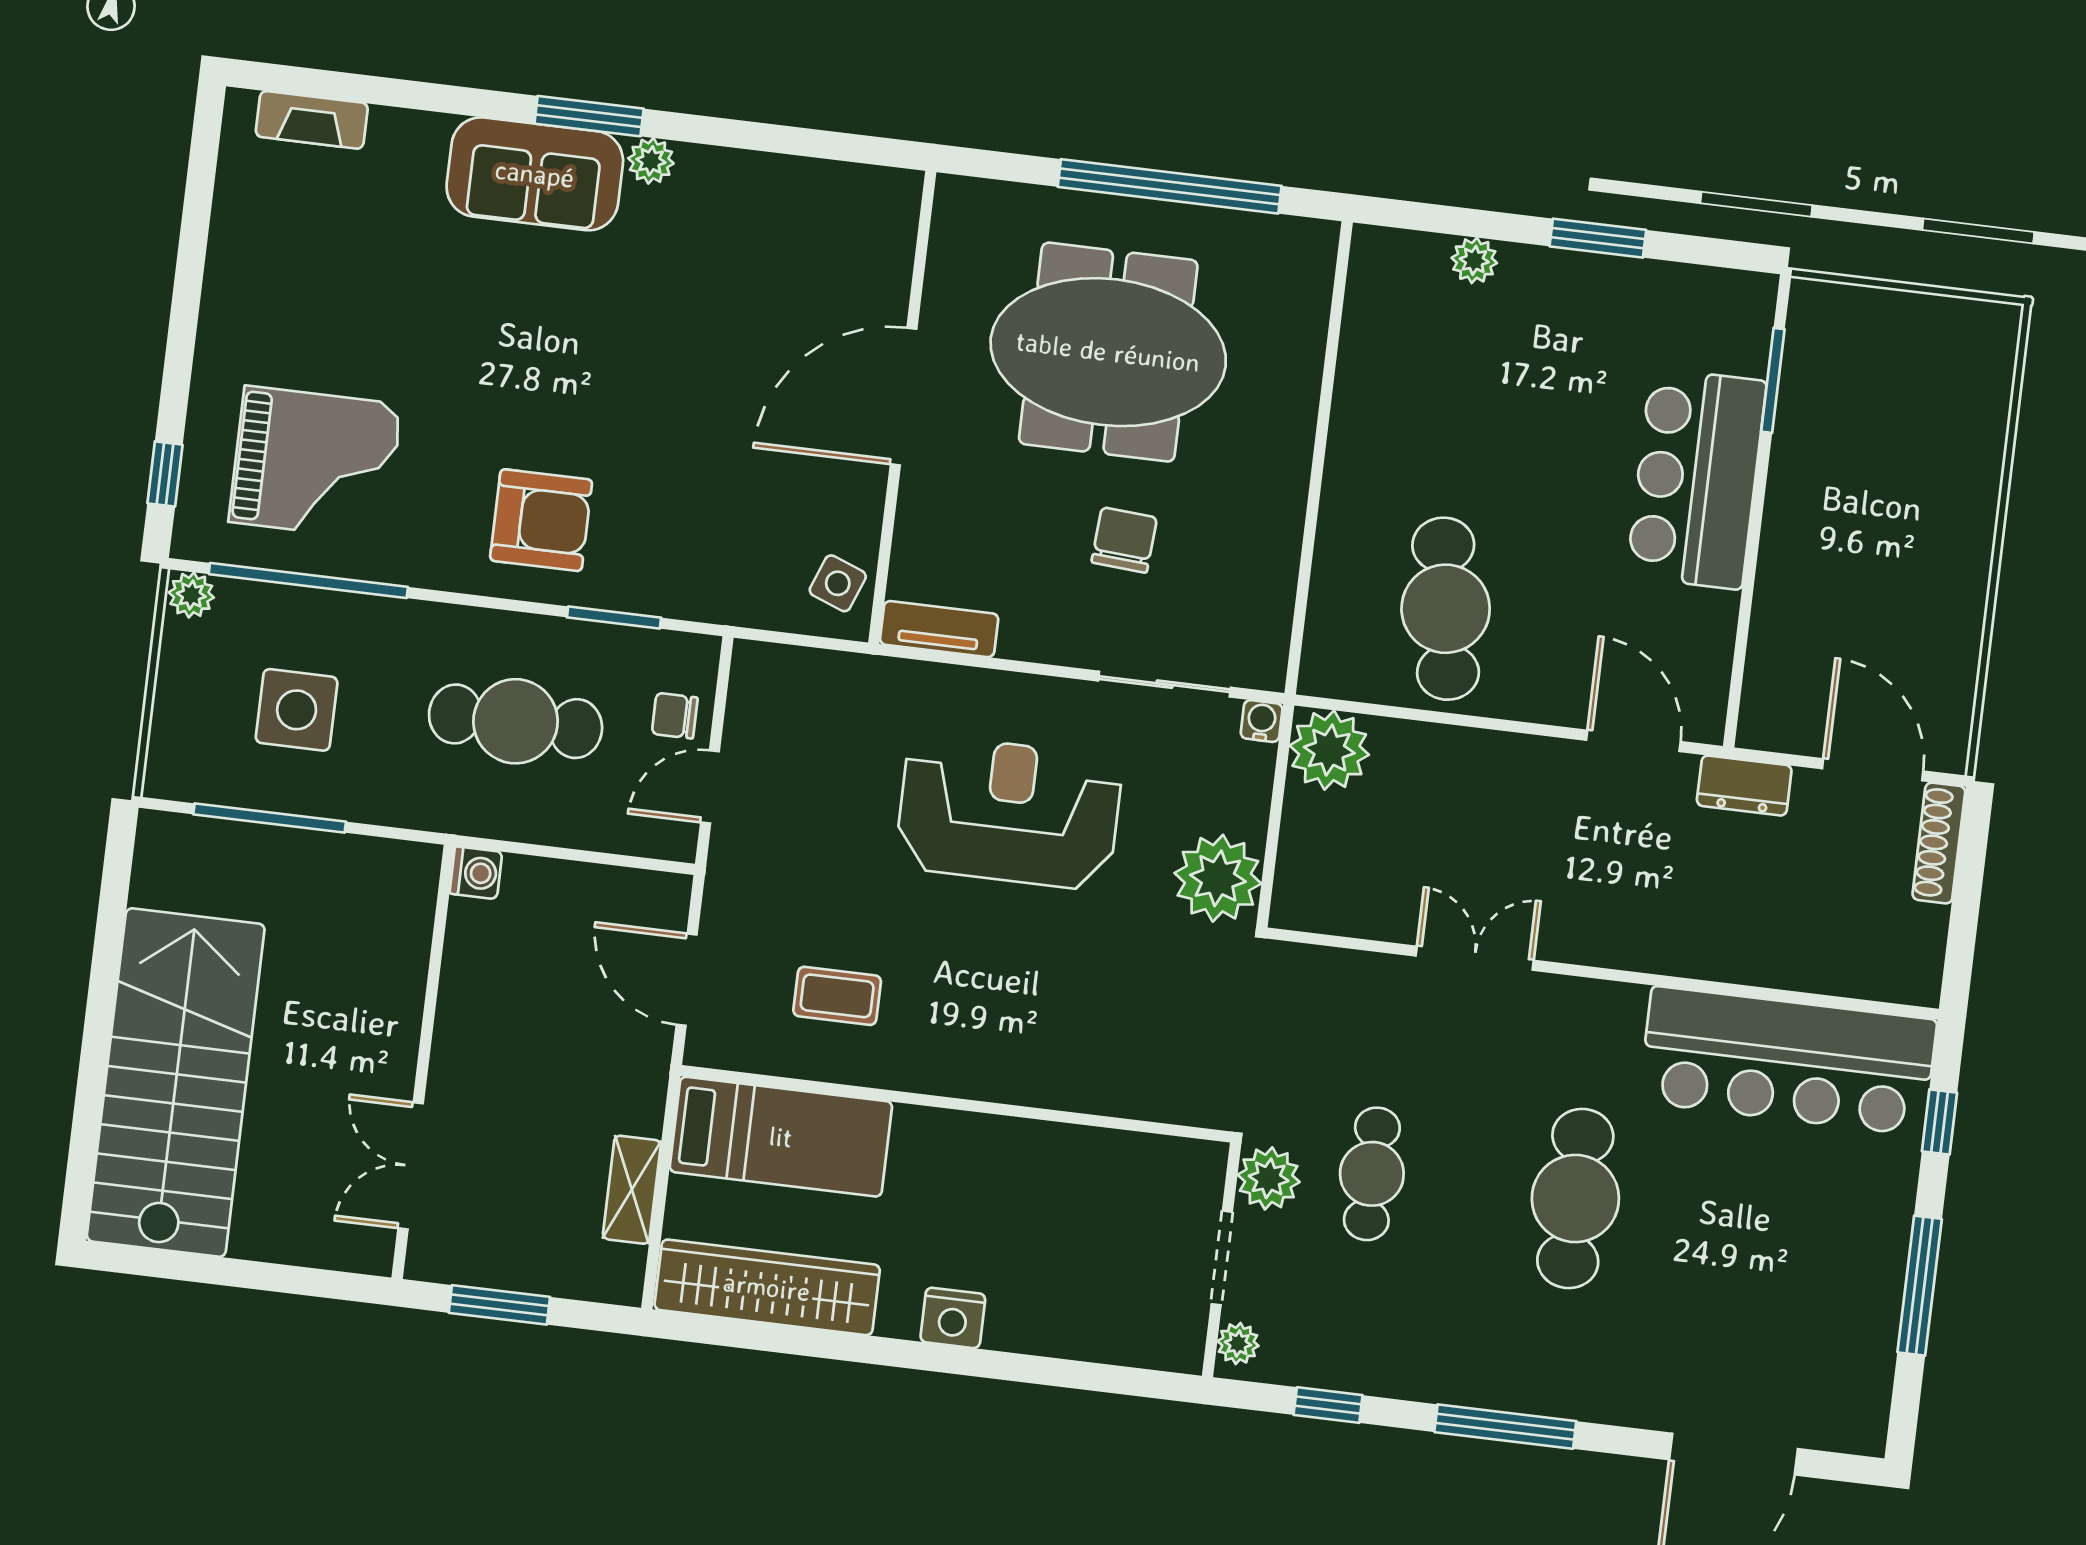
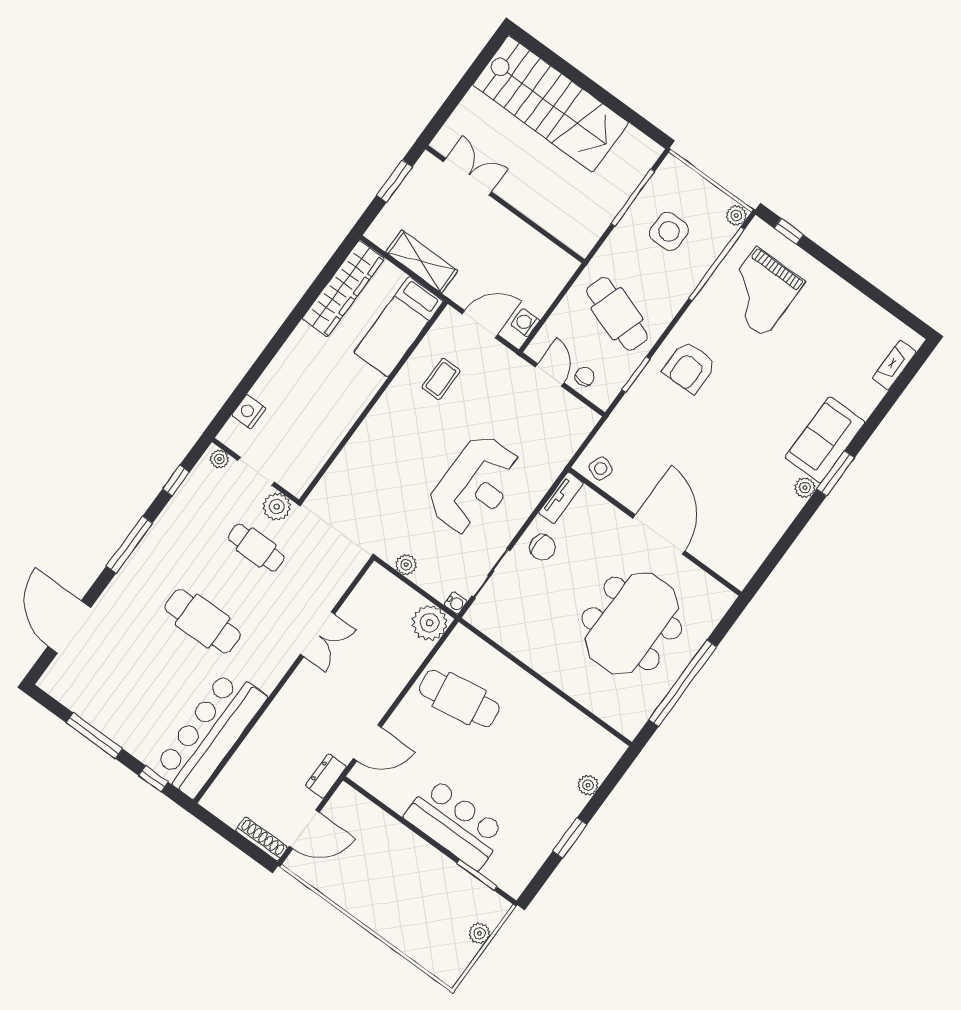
plant: (1885, 311) -> (479, 933), added
chair: (1124, 540) -> (543, 547), moved
cafe table: (516, 721) -> (617, 314), turned -71
washing machine: (476, 873) -> (525, 323), moved, turned 90
plant: (1218, 878) -> (406, 565), width x0.53, depth x0.53
shelving: (632, 1190) -> (422, 261), width x1.50, depth x1.33
nightstand: (953, 1318) -> (249, 412), moved

